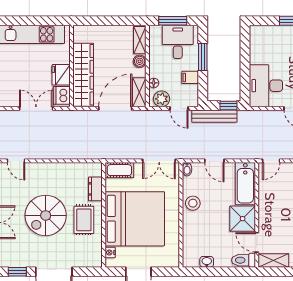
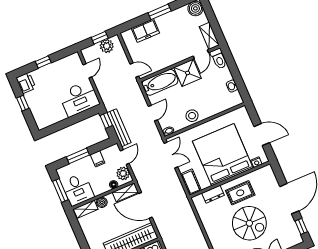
desk: (178, 42) -> (78, 189), moved, turned -90

